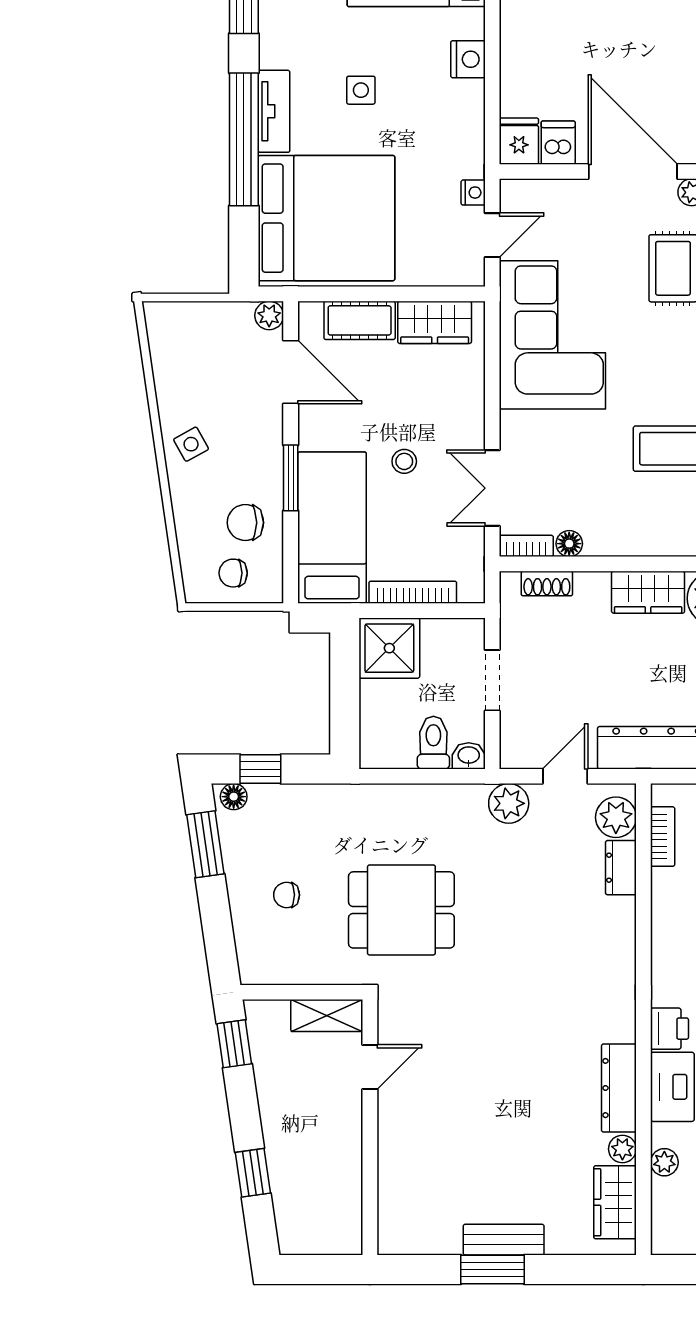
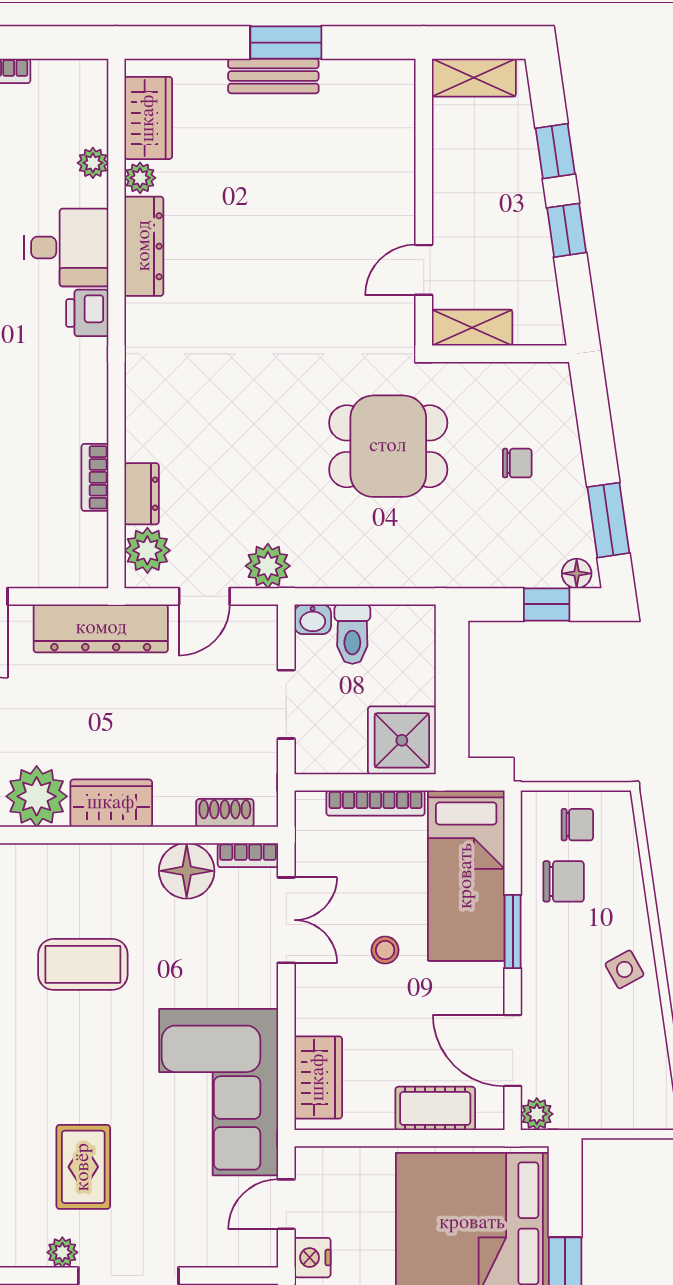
nightstand: (473, 193) -> (312, 1258), width x1.39, depth x1.35
wardrobe: (435, 322) -> (318, 1077), moved, turned 90
floor lamp: (569, 544) -> (187, 871), width x1.89, depth x1.89
bookcase: (663, 837) -> (95, 477), moved
window: (234, 1044) -> (567, 230), moved
shelving: (325, 1238) -> (474, 78), added

